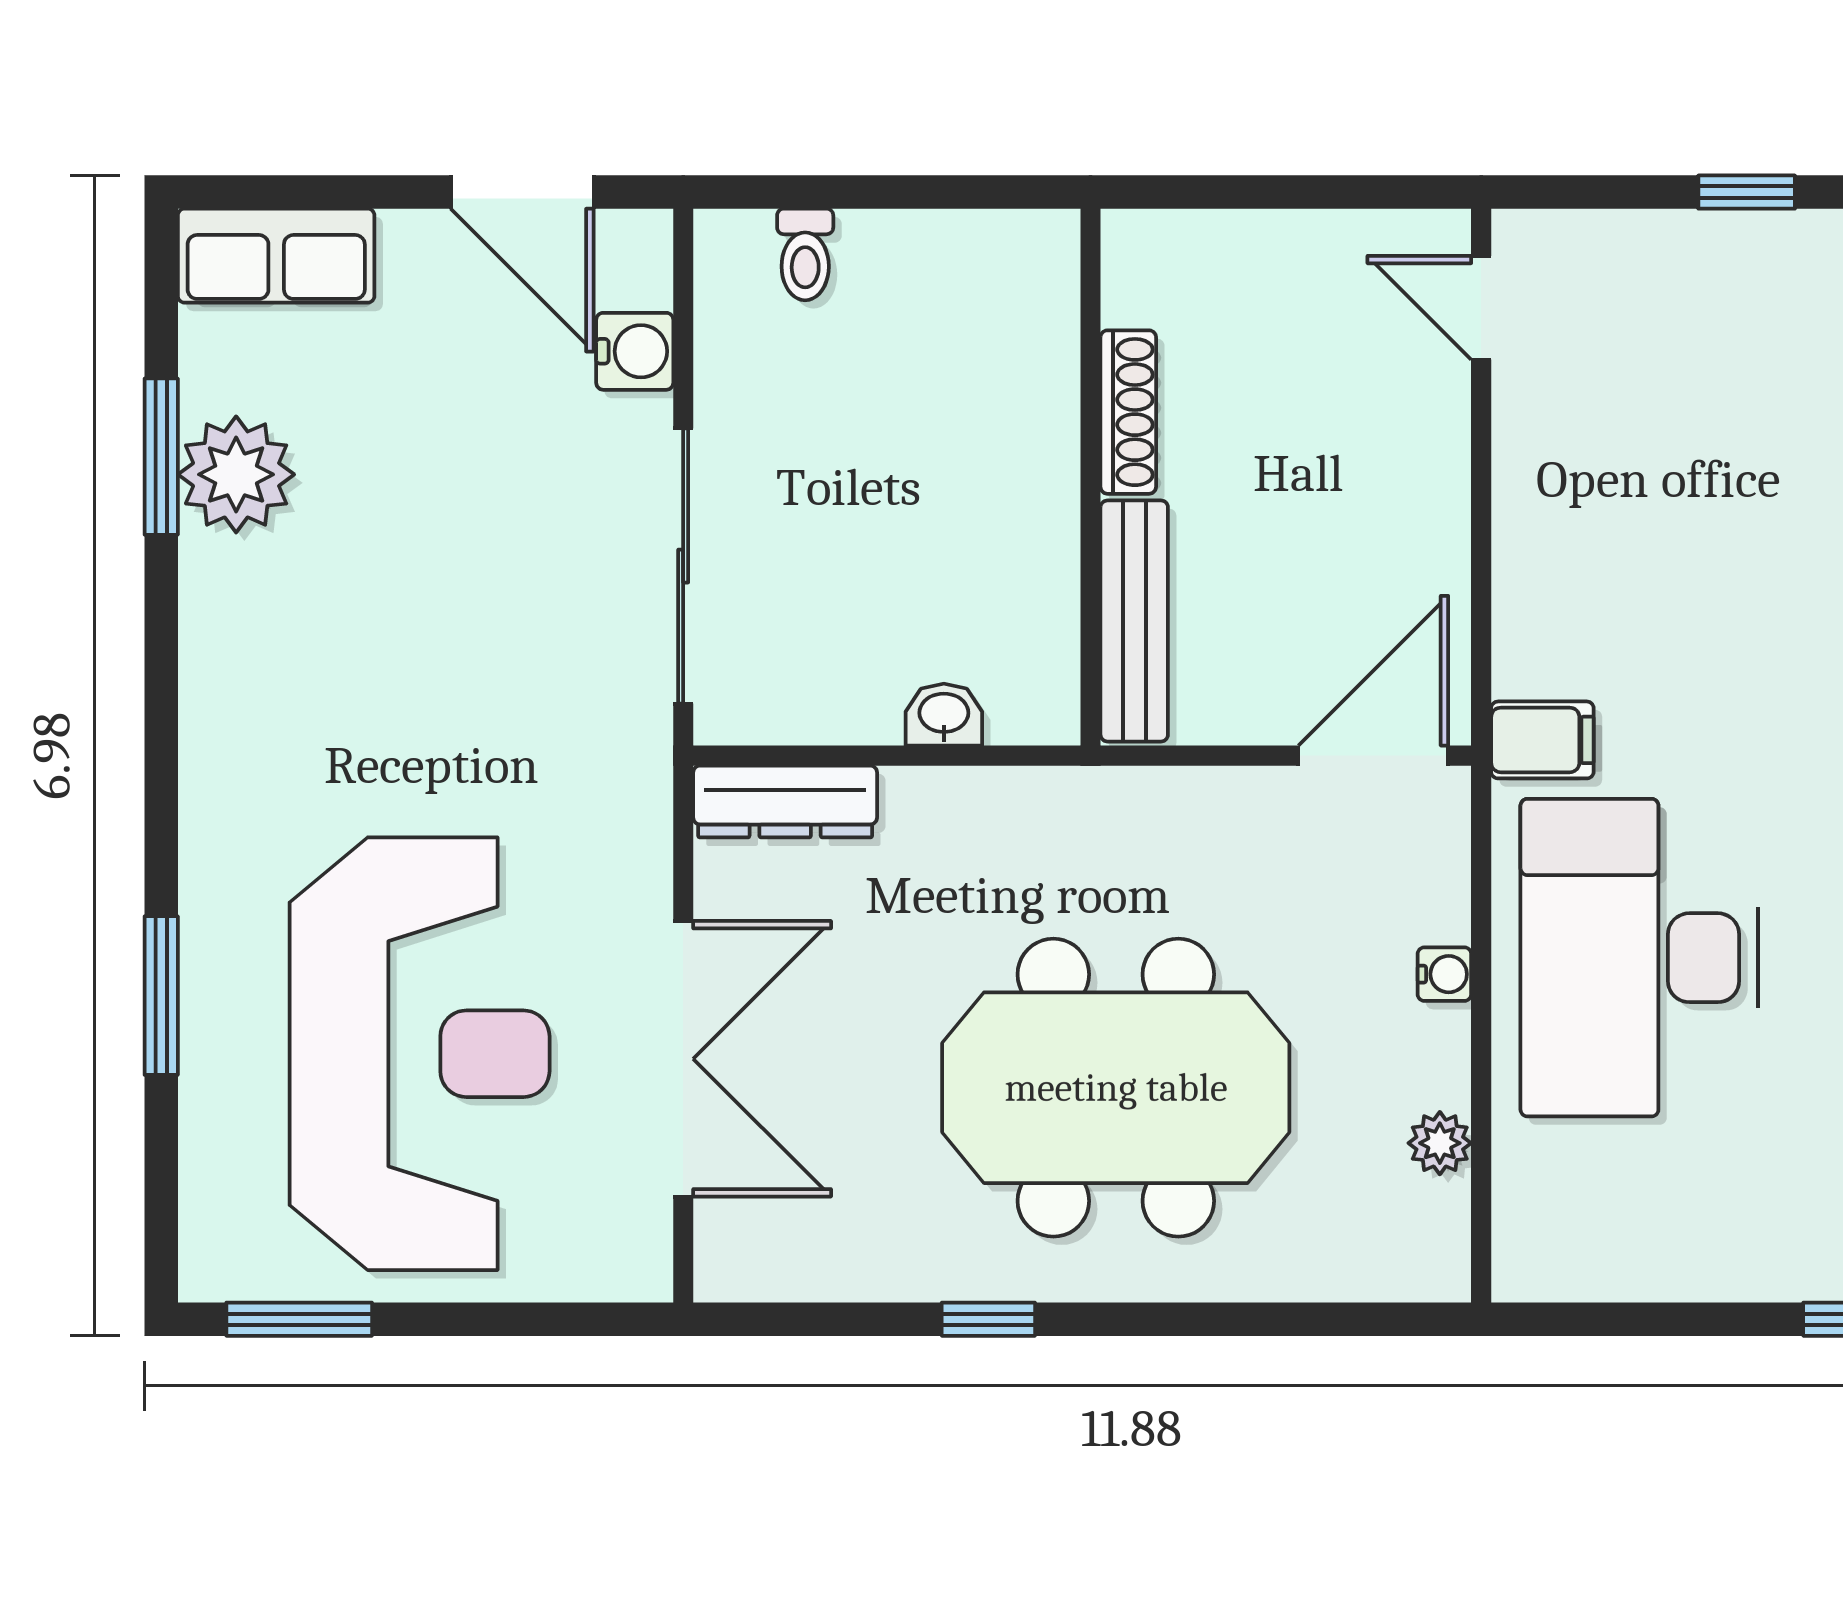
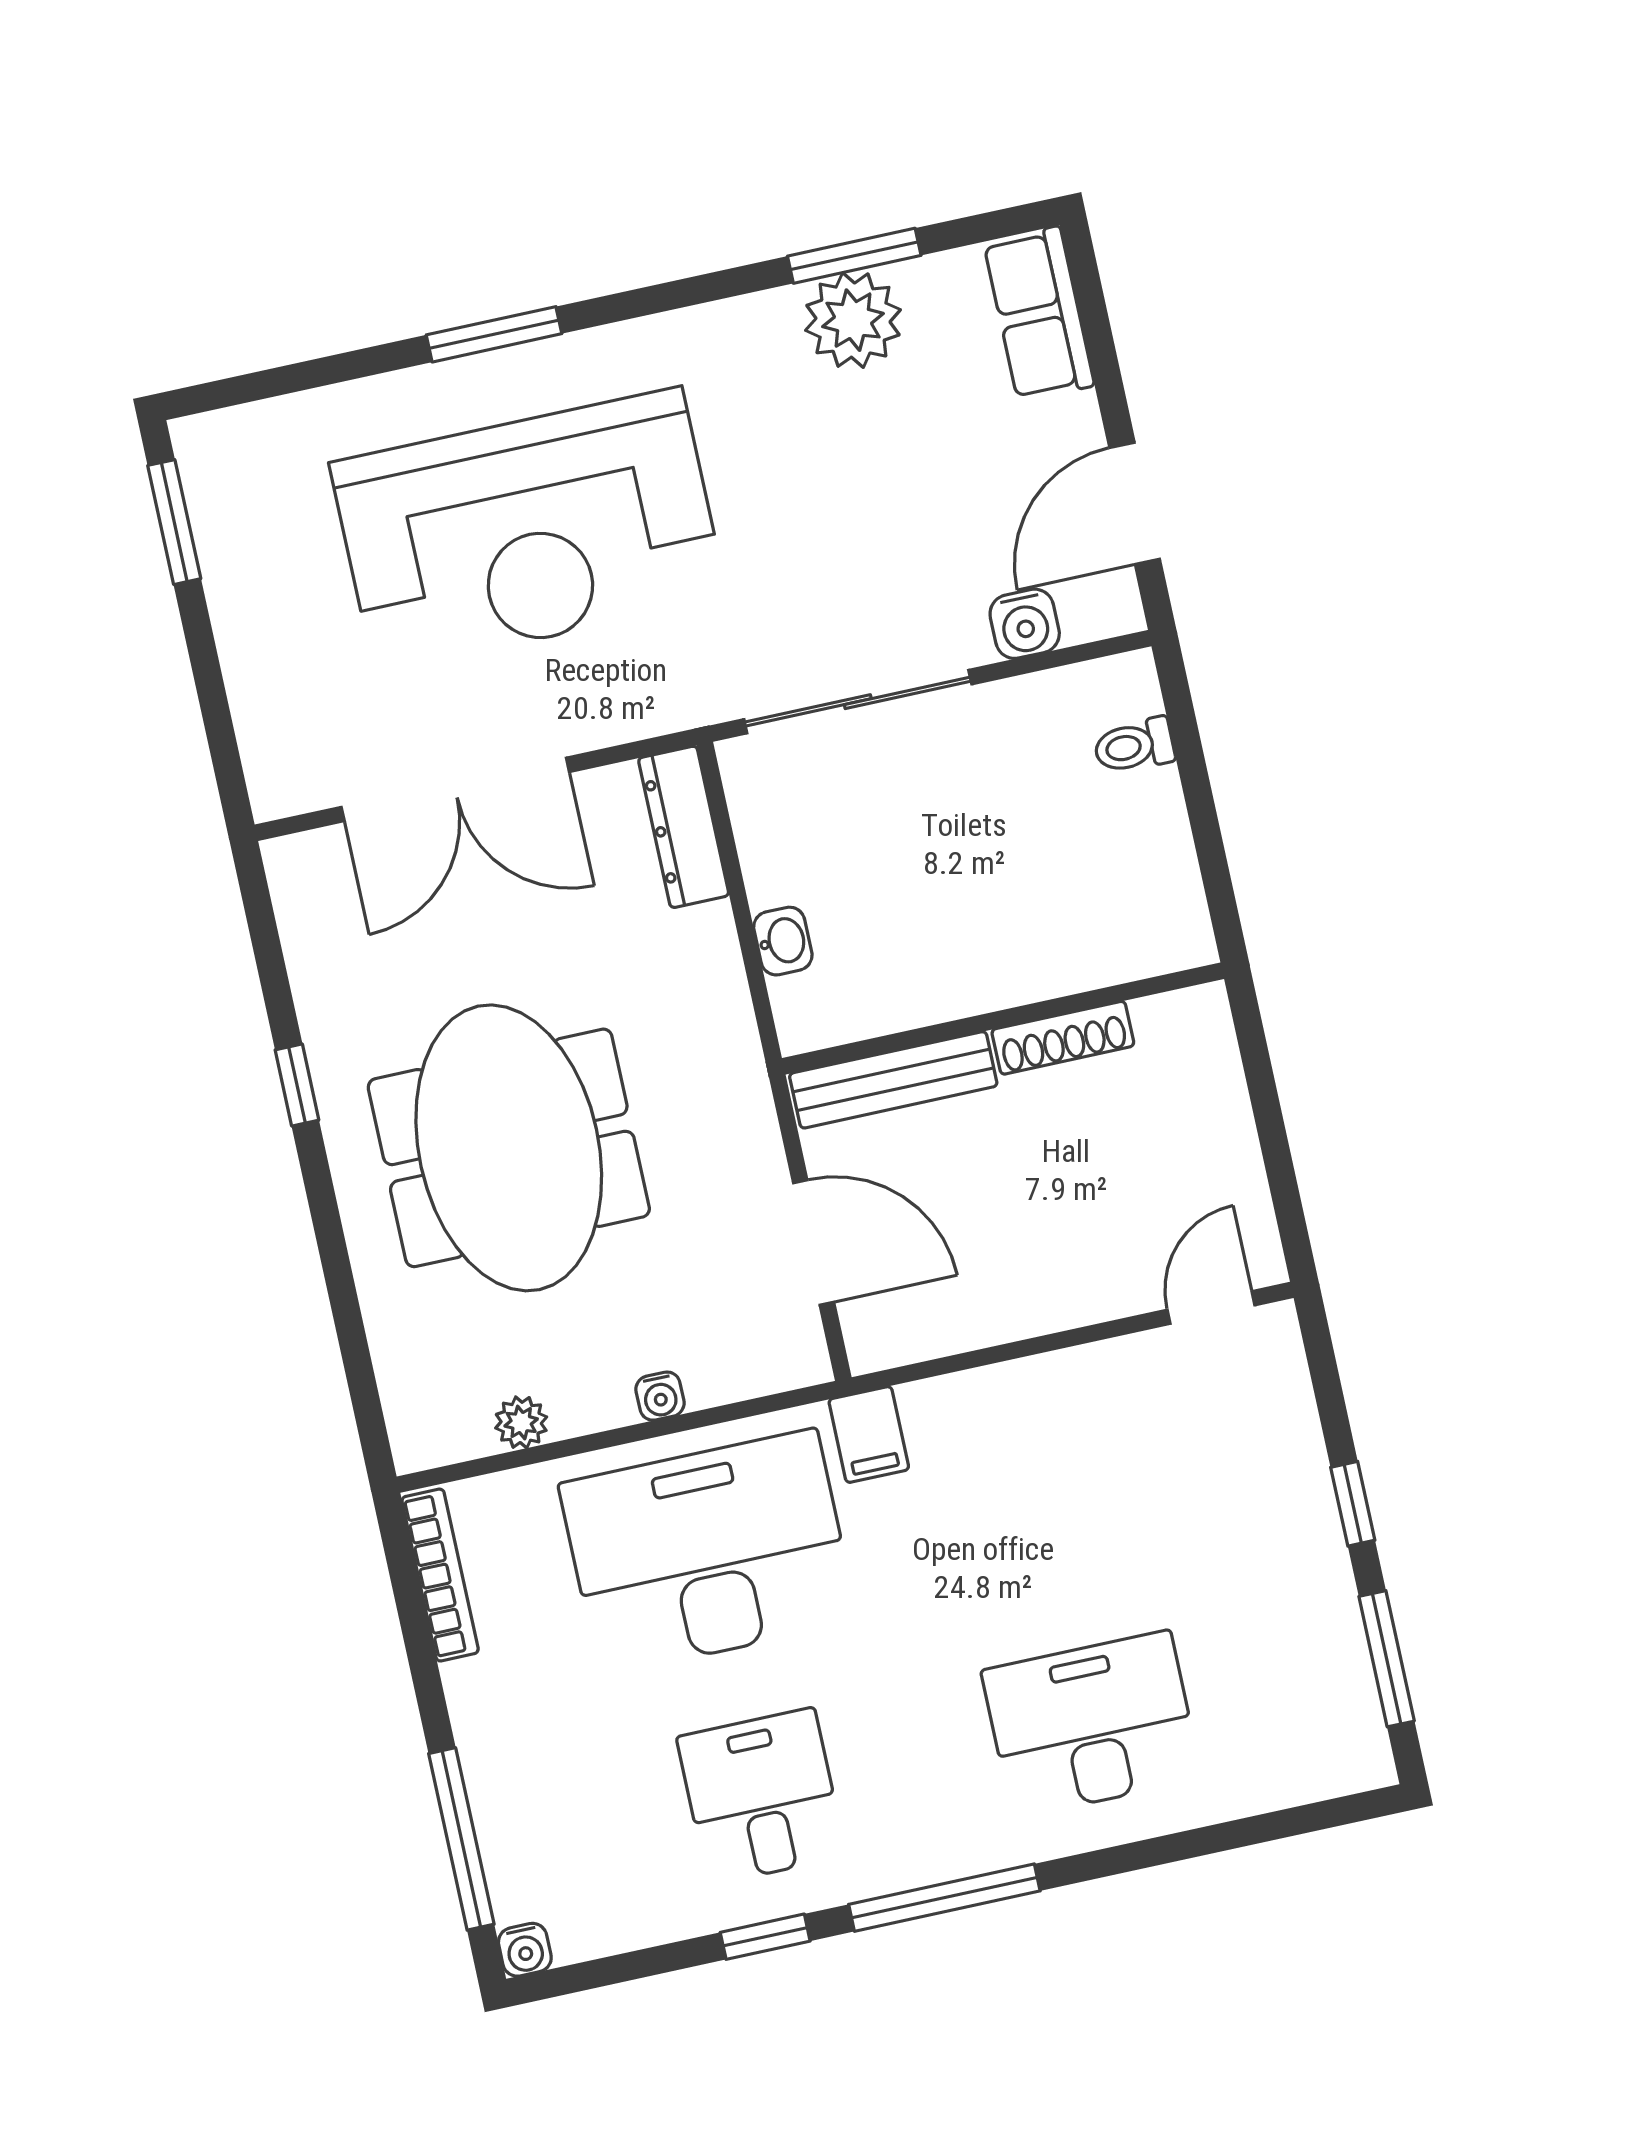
door: (1373, 756) -> (814, 1242), moved
window: (161, 996) -> (494, 334), moved
reception desk: (420, 1054) -> (528, 530), moved
bookcase: (1597, 1277) -> (440, 1575), added

